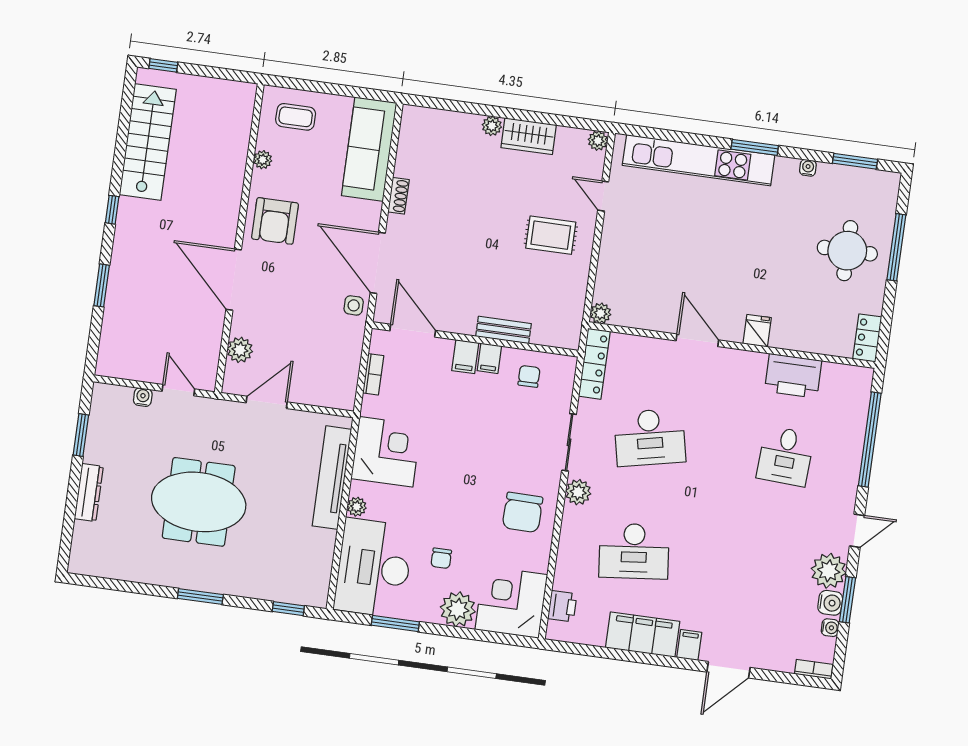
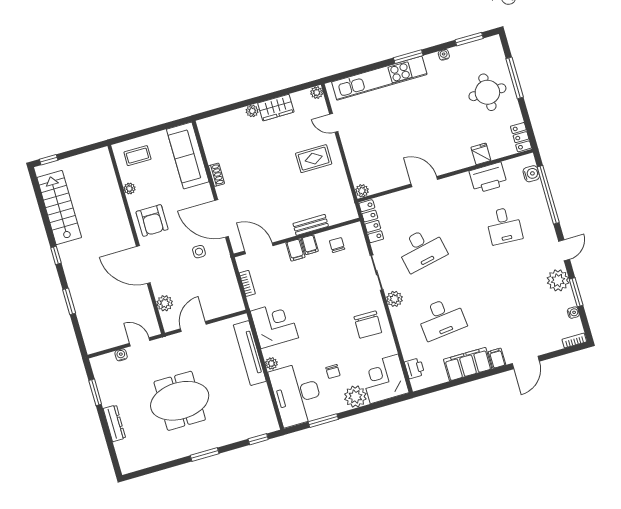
side table: (354, 305) -> (199, 252), moved
fridge: (757, 331) -> (481, 154), moved
water cooler: (830, 603) -> (531, 174), moved

